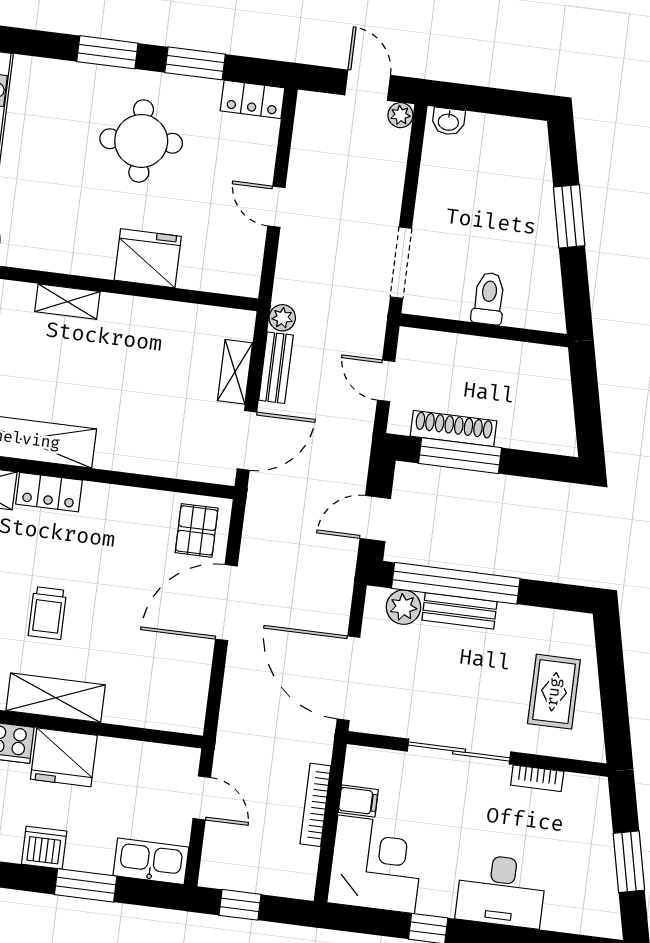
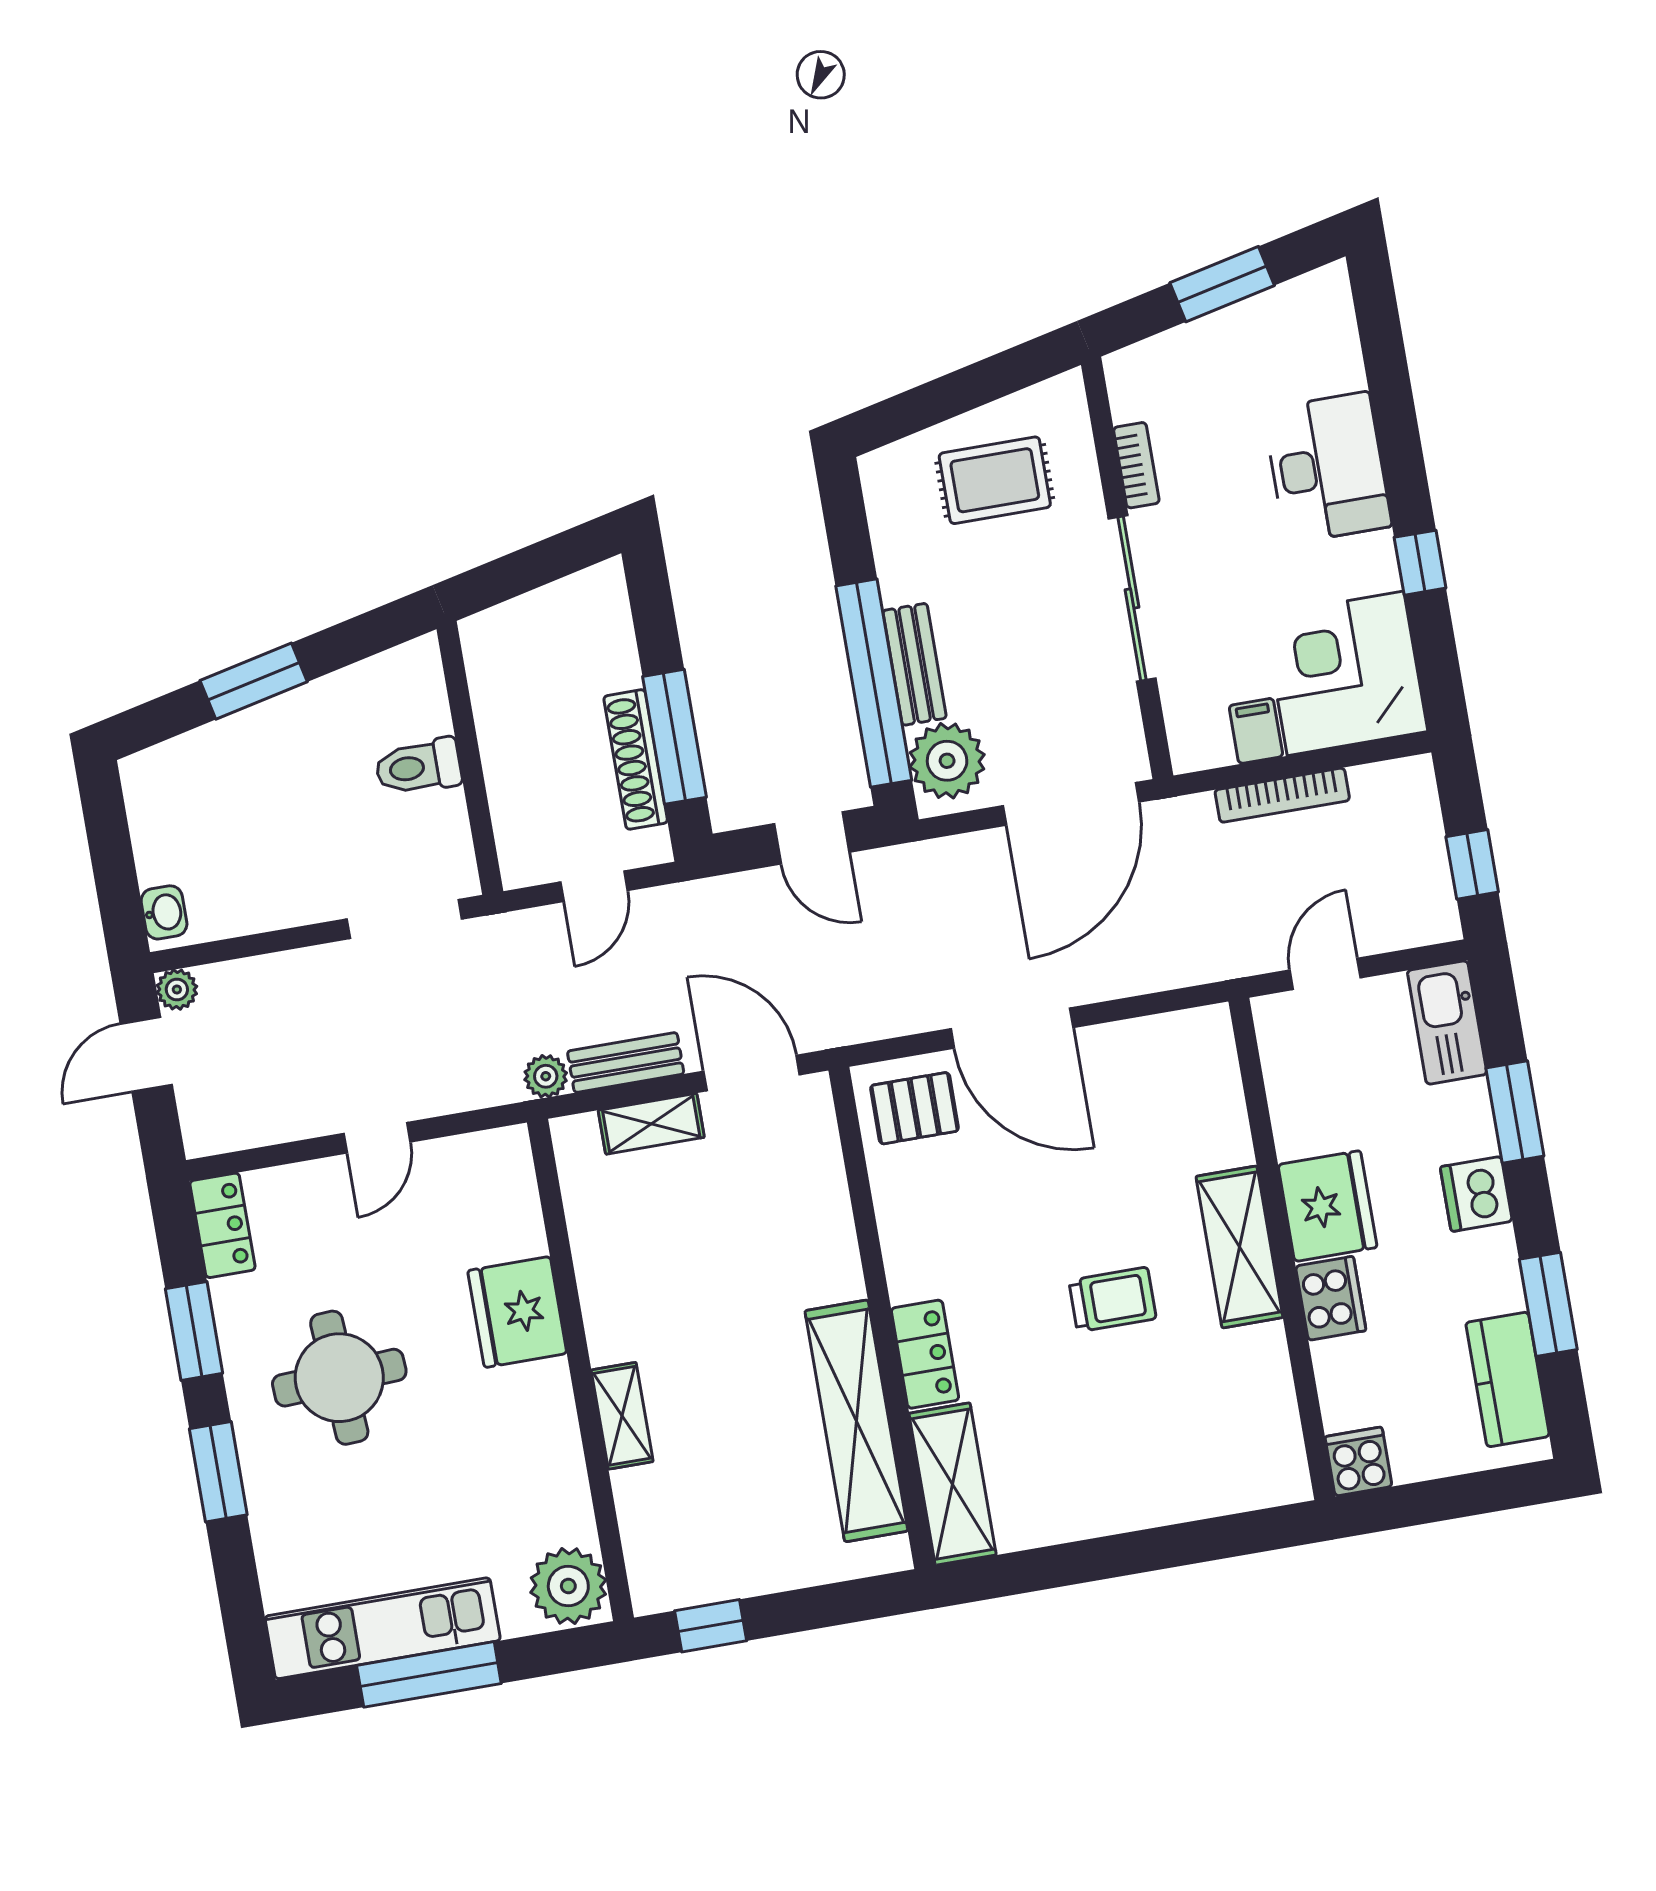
plant: (403, 607) -> (947, 761), width x1.36, depth x1.36

